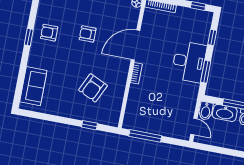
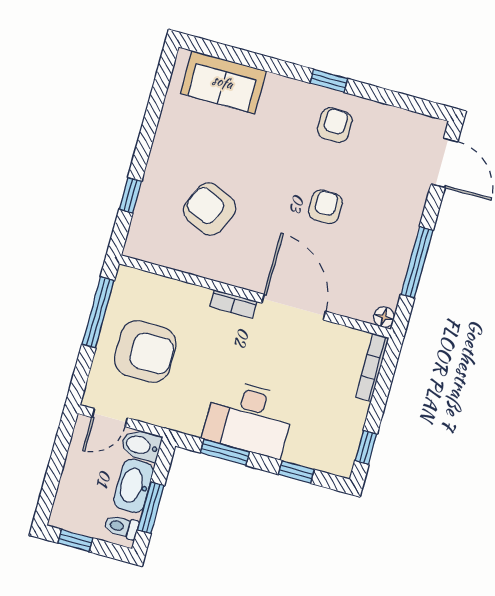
armchair: (162, 112) -> (145, 351), added

